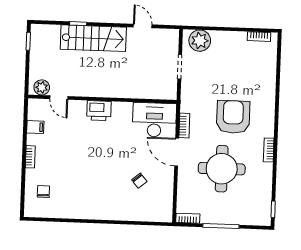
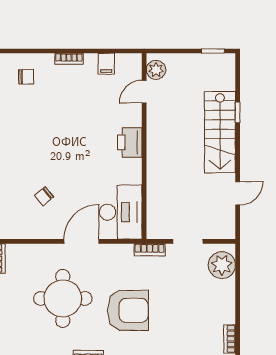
bookcase: (184, 125) -> (150, 250), moved

